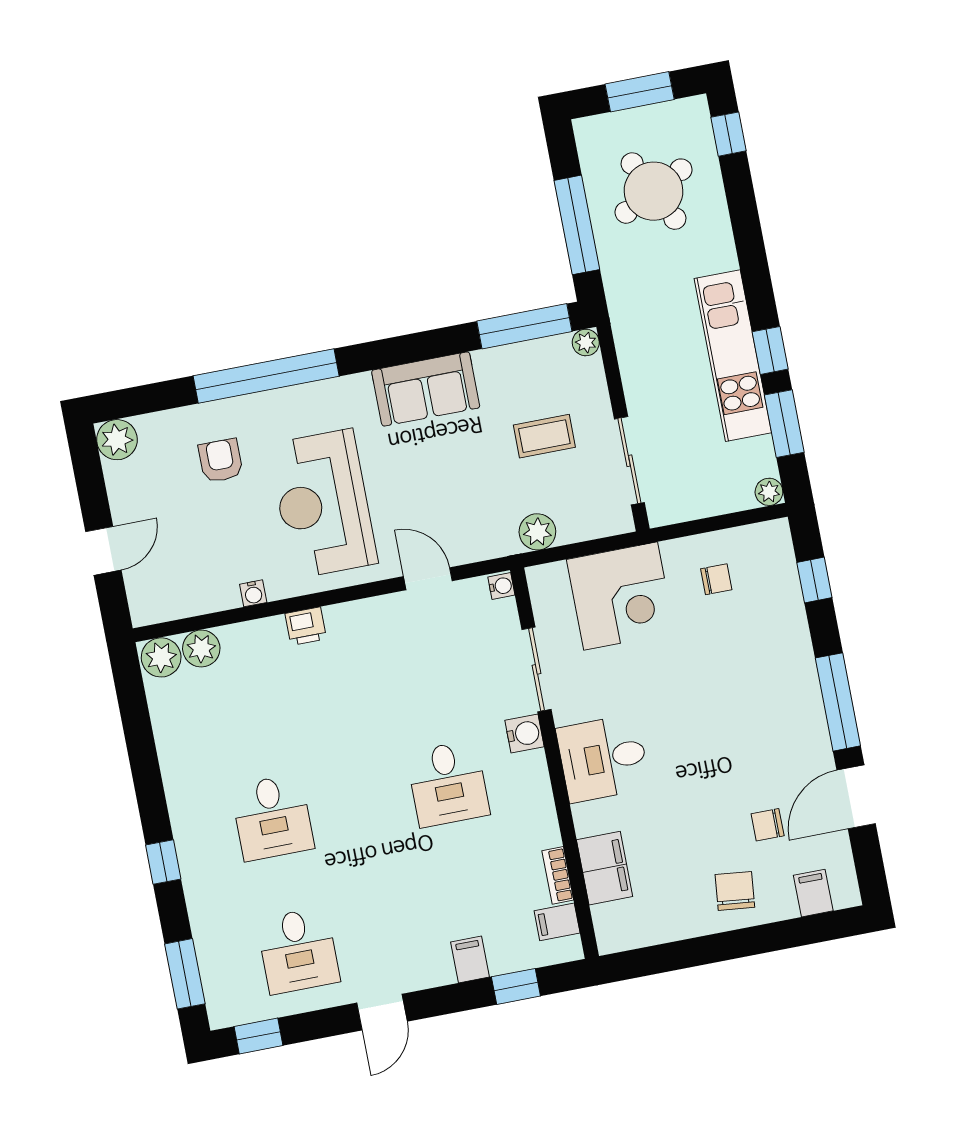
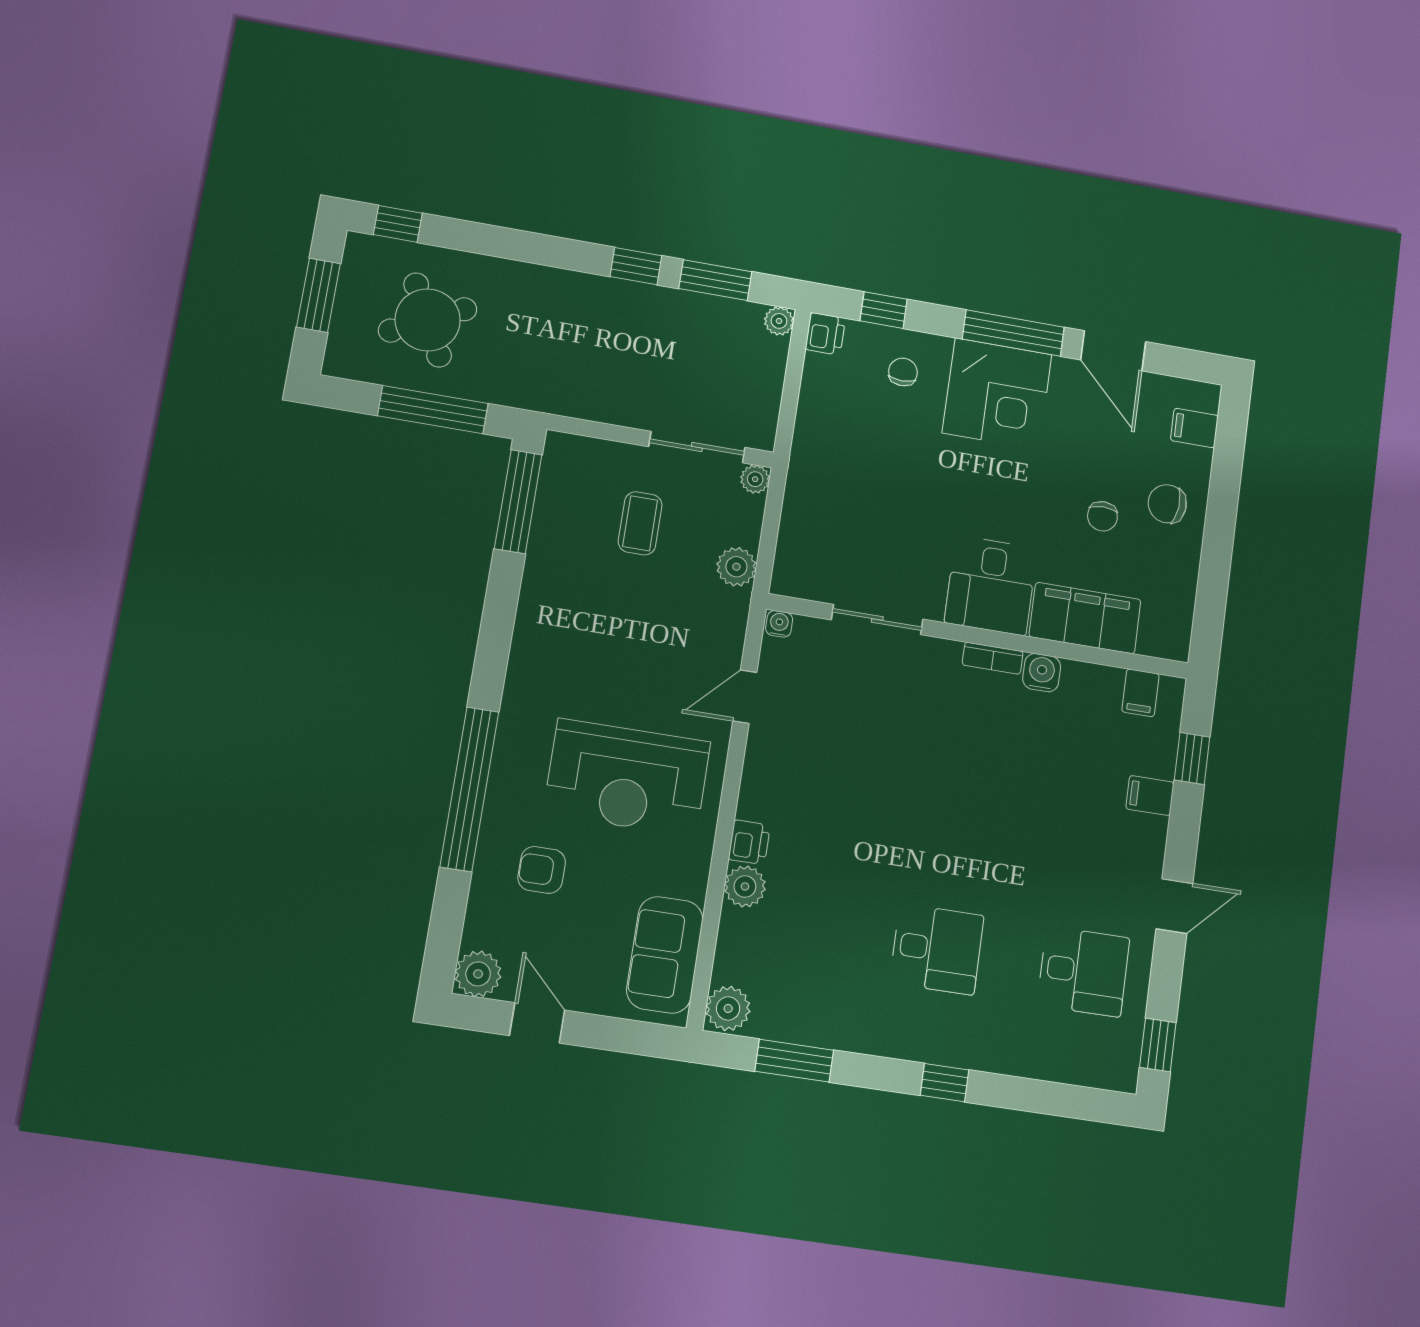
plant: (586, 342) -> (755, 479), moved
kitchen unit: (733, 356) -> (627, 305), removed
sofa: (426, 389) -> (665, 955), moved, turned 180
printer: (773, 536) -> (825, 334), added
door: (103, 551) -> (537, 1023), moved
chair: (716, 579) -> (903, 372), moved
water cooler: (253, 593) -> (695, 885), removed
corner desk: (621, 596) -> (997, 394), moved, turned 90
plant: (201, 648) -> (745, 887), moved
water cooler: (525, 734) -> (1042, 673), moved
desk: (448, 784) -> (963, 753), removed
chair: (768, 825) -> (1102, 516), moved
filing cabinet: (605, 868) -> (1085, 618), width x1.50, depth x1.17
bookcase: (558, 875) -> (993, 658), moved
window: (185, 974) -> (794, 1061), moved
door: (382, 1012) -> (1174, 906), hinge flipped

